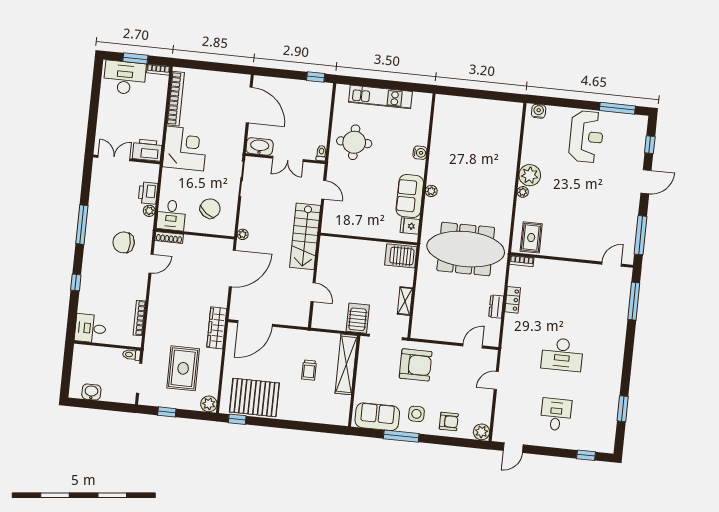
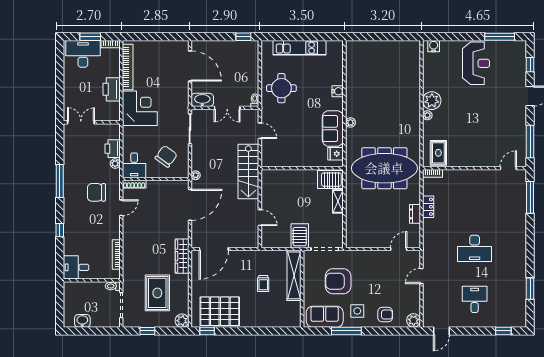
printer: (147, 150) -> (112, 89), moved, turned -90
shelving: (405, 301) -> (338, 201), moved
armchair: (416, 365) -> (338, 281), moved, turned 180

